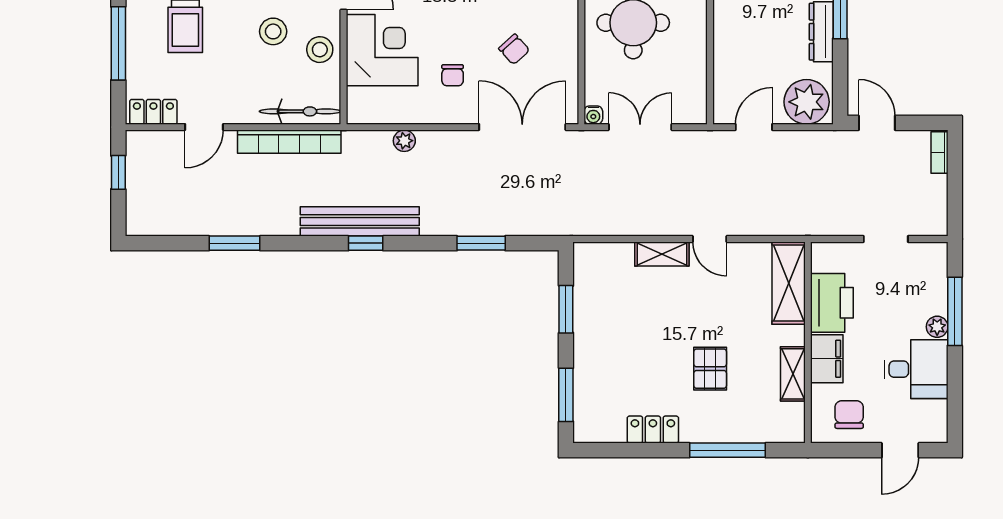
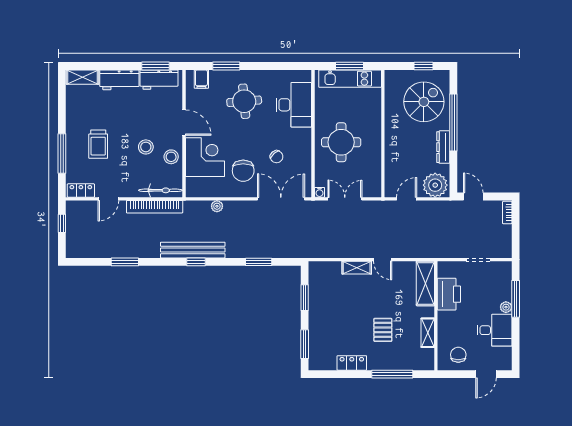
chair: (453, 75) -> (243, 171), width x1.87, depth x1.87
filing cabinet: (827, 359) -> (446, 324), removed

